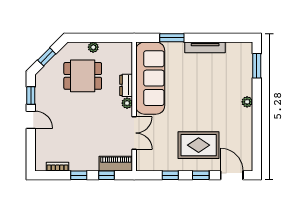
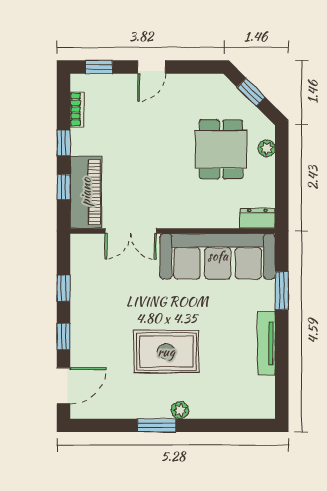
plant: (93, 47) -> (267, 148), moved
window: (257, 66) -> (157, 425), moved
dresser: (126, 85) -> (257, 218), moved
window: (31, 96) -> (99, 67), moved
plant: (127, 103) -> (178, 220), removed
rug: (199, 145) -> (166, 352), moved, turned 90
piano: (116, 164) -> (86, 192), width x1.37, depth x1.33

